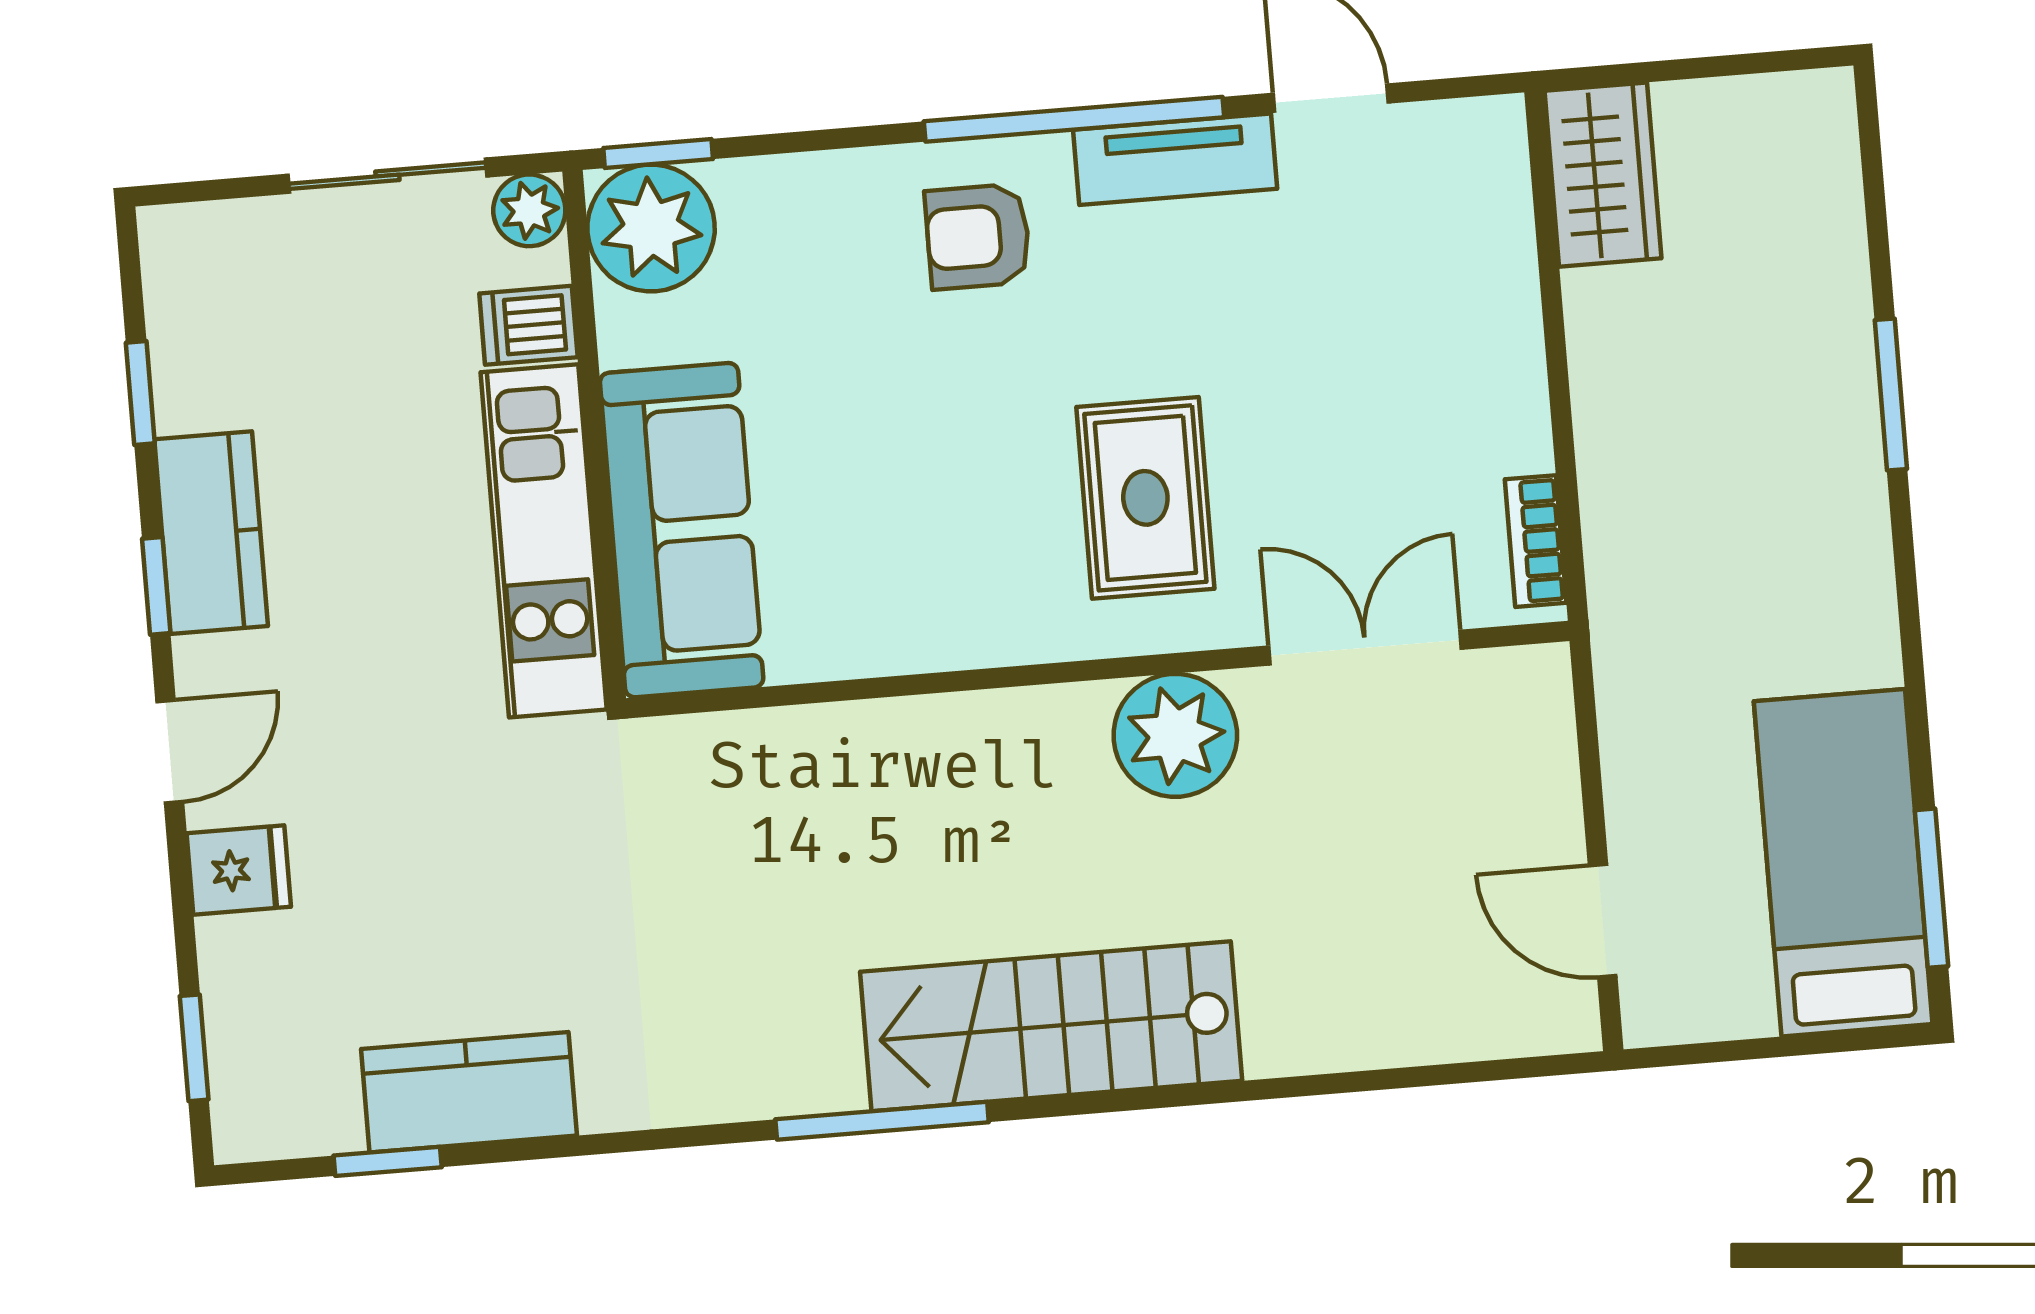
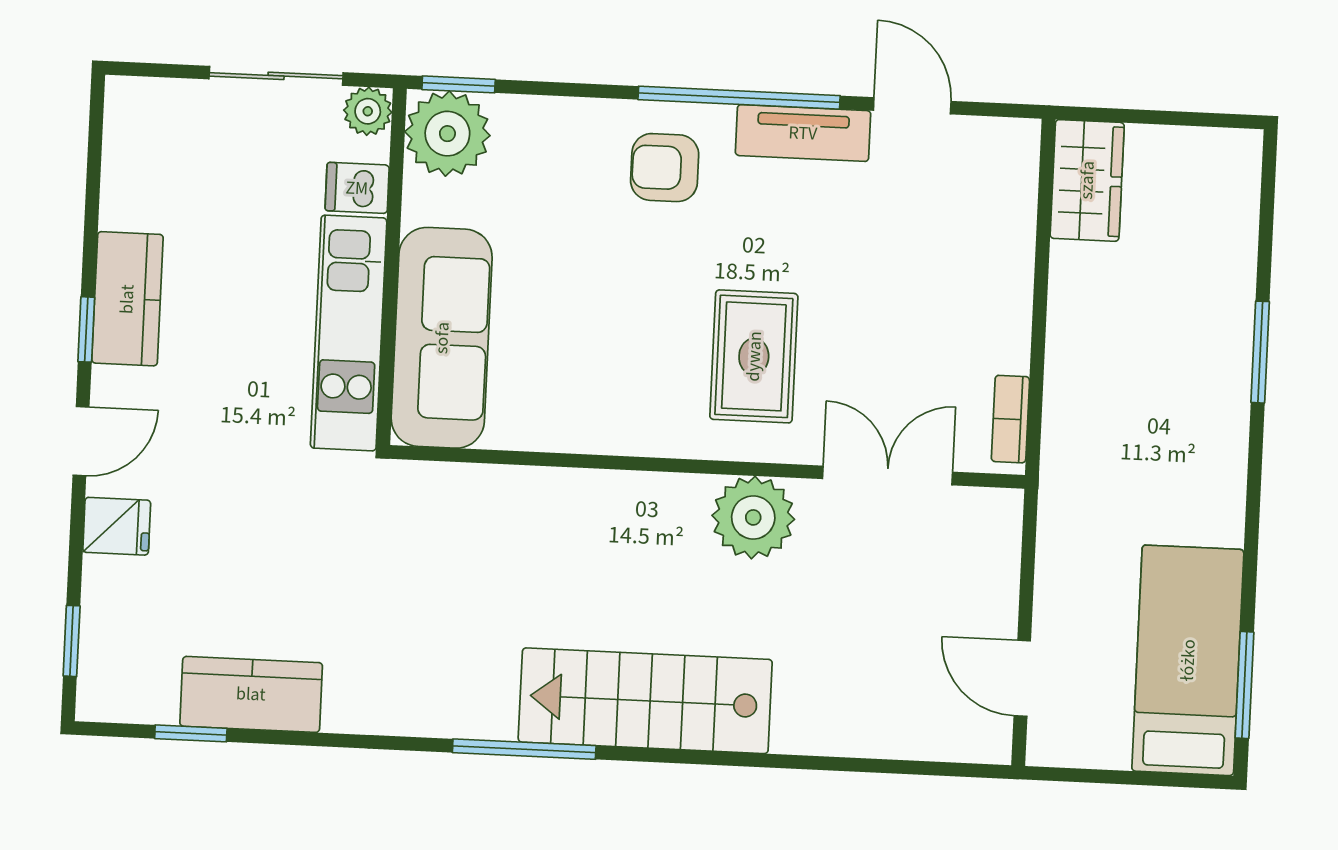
window: (140, 393) -> (92, 199), removed

